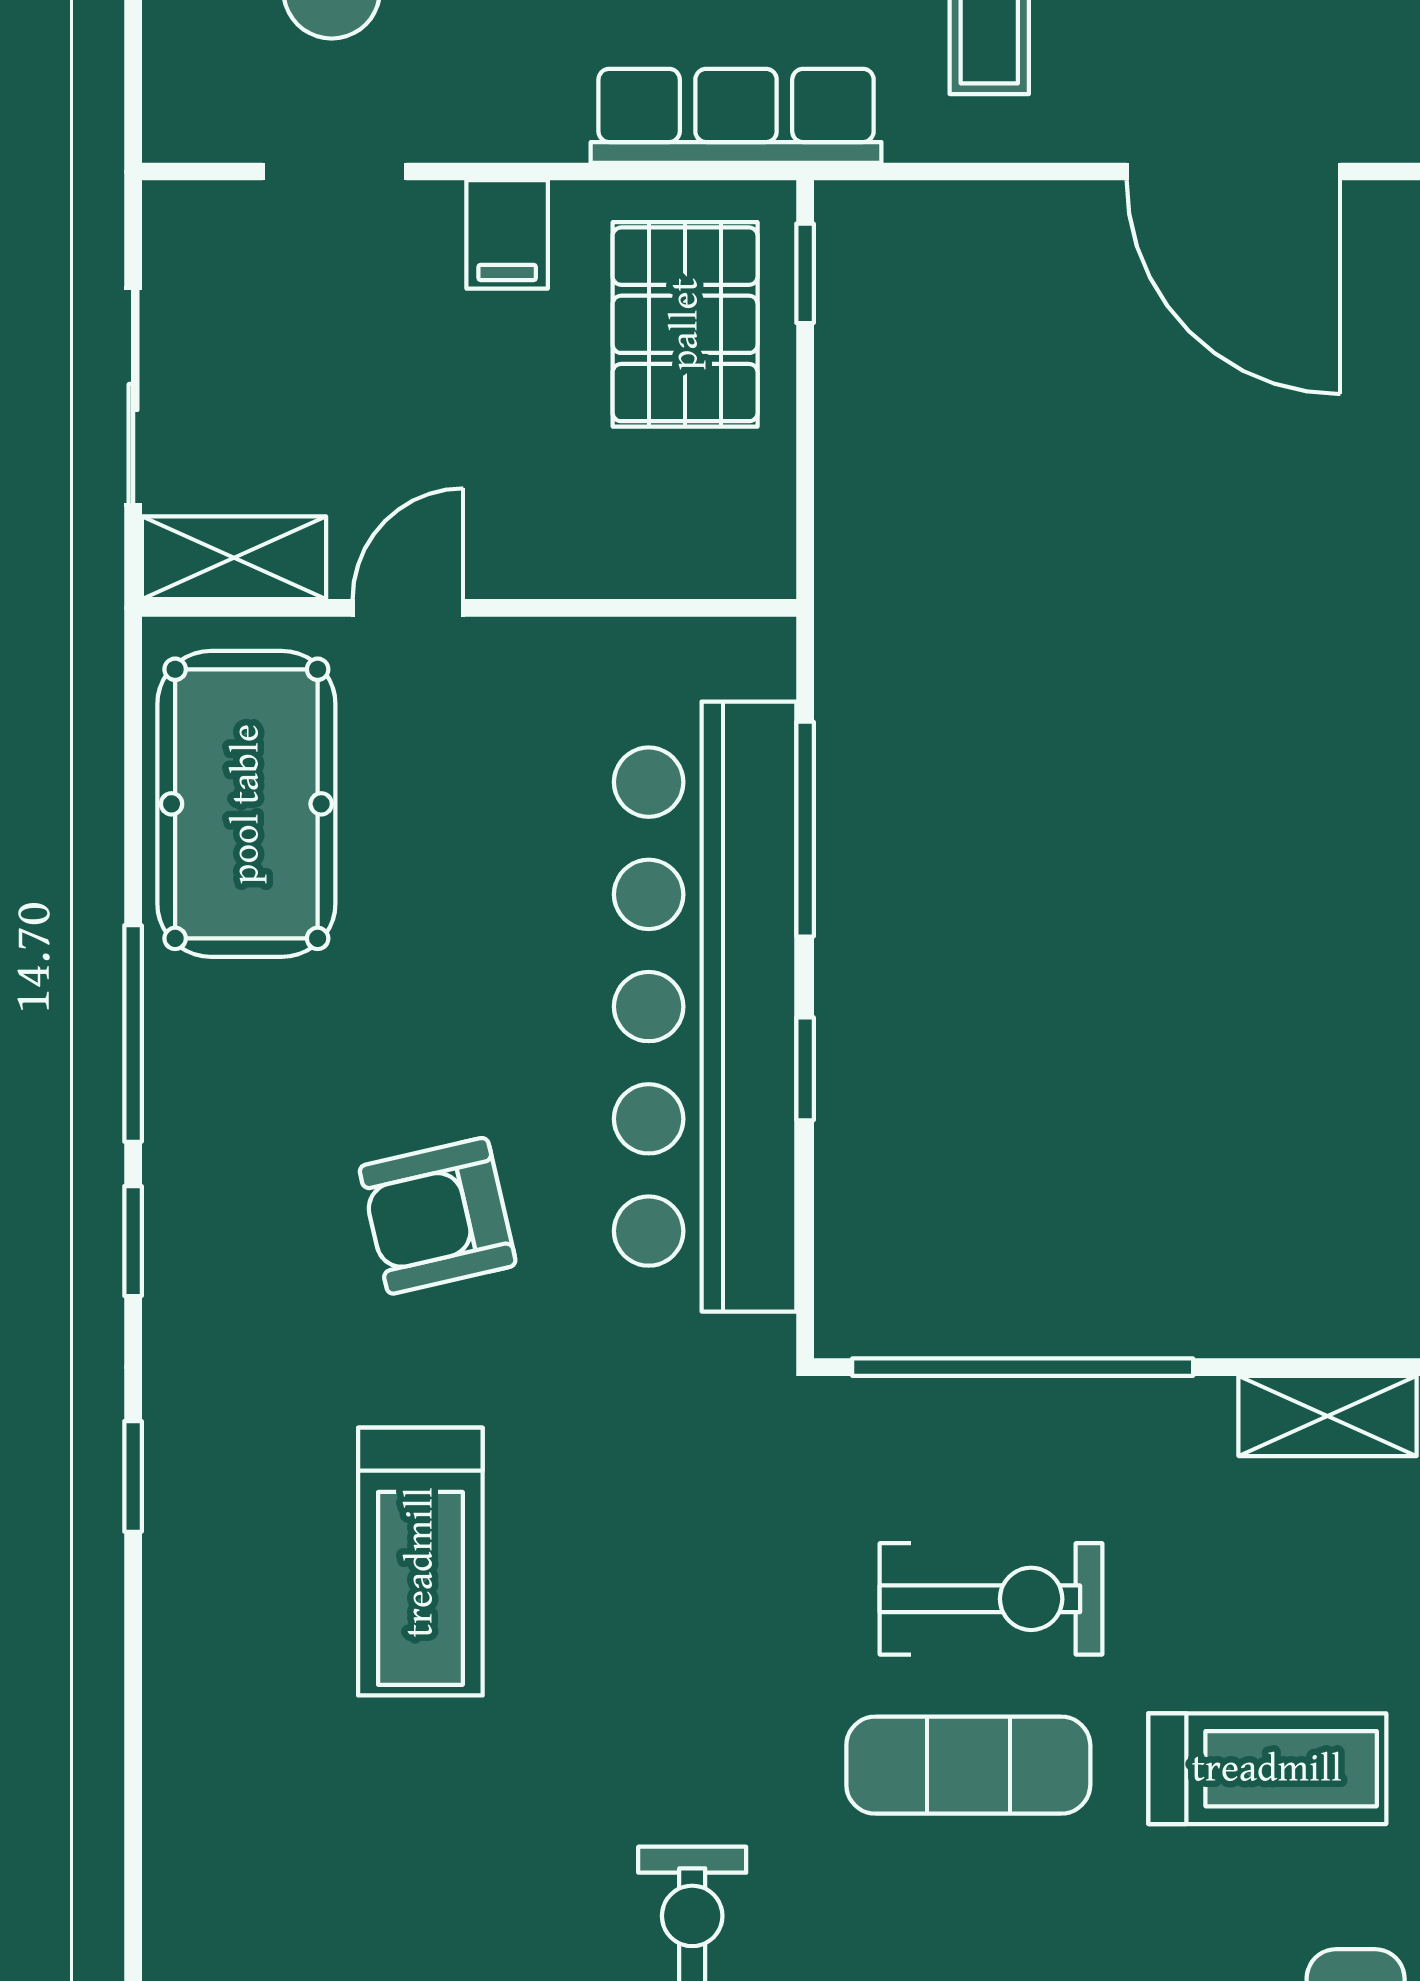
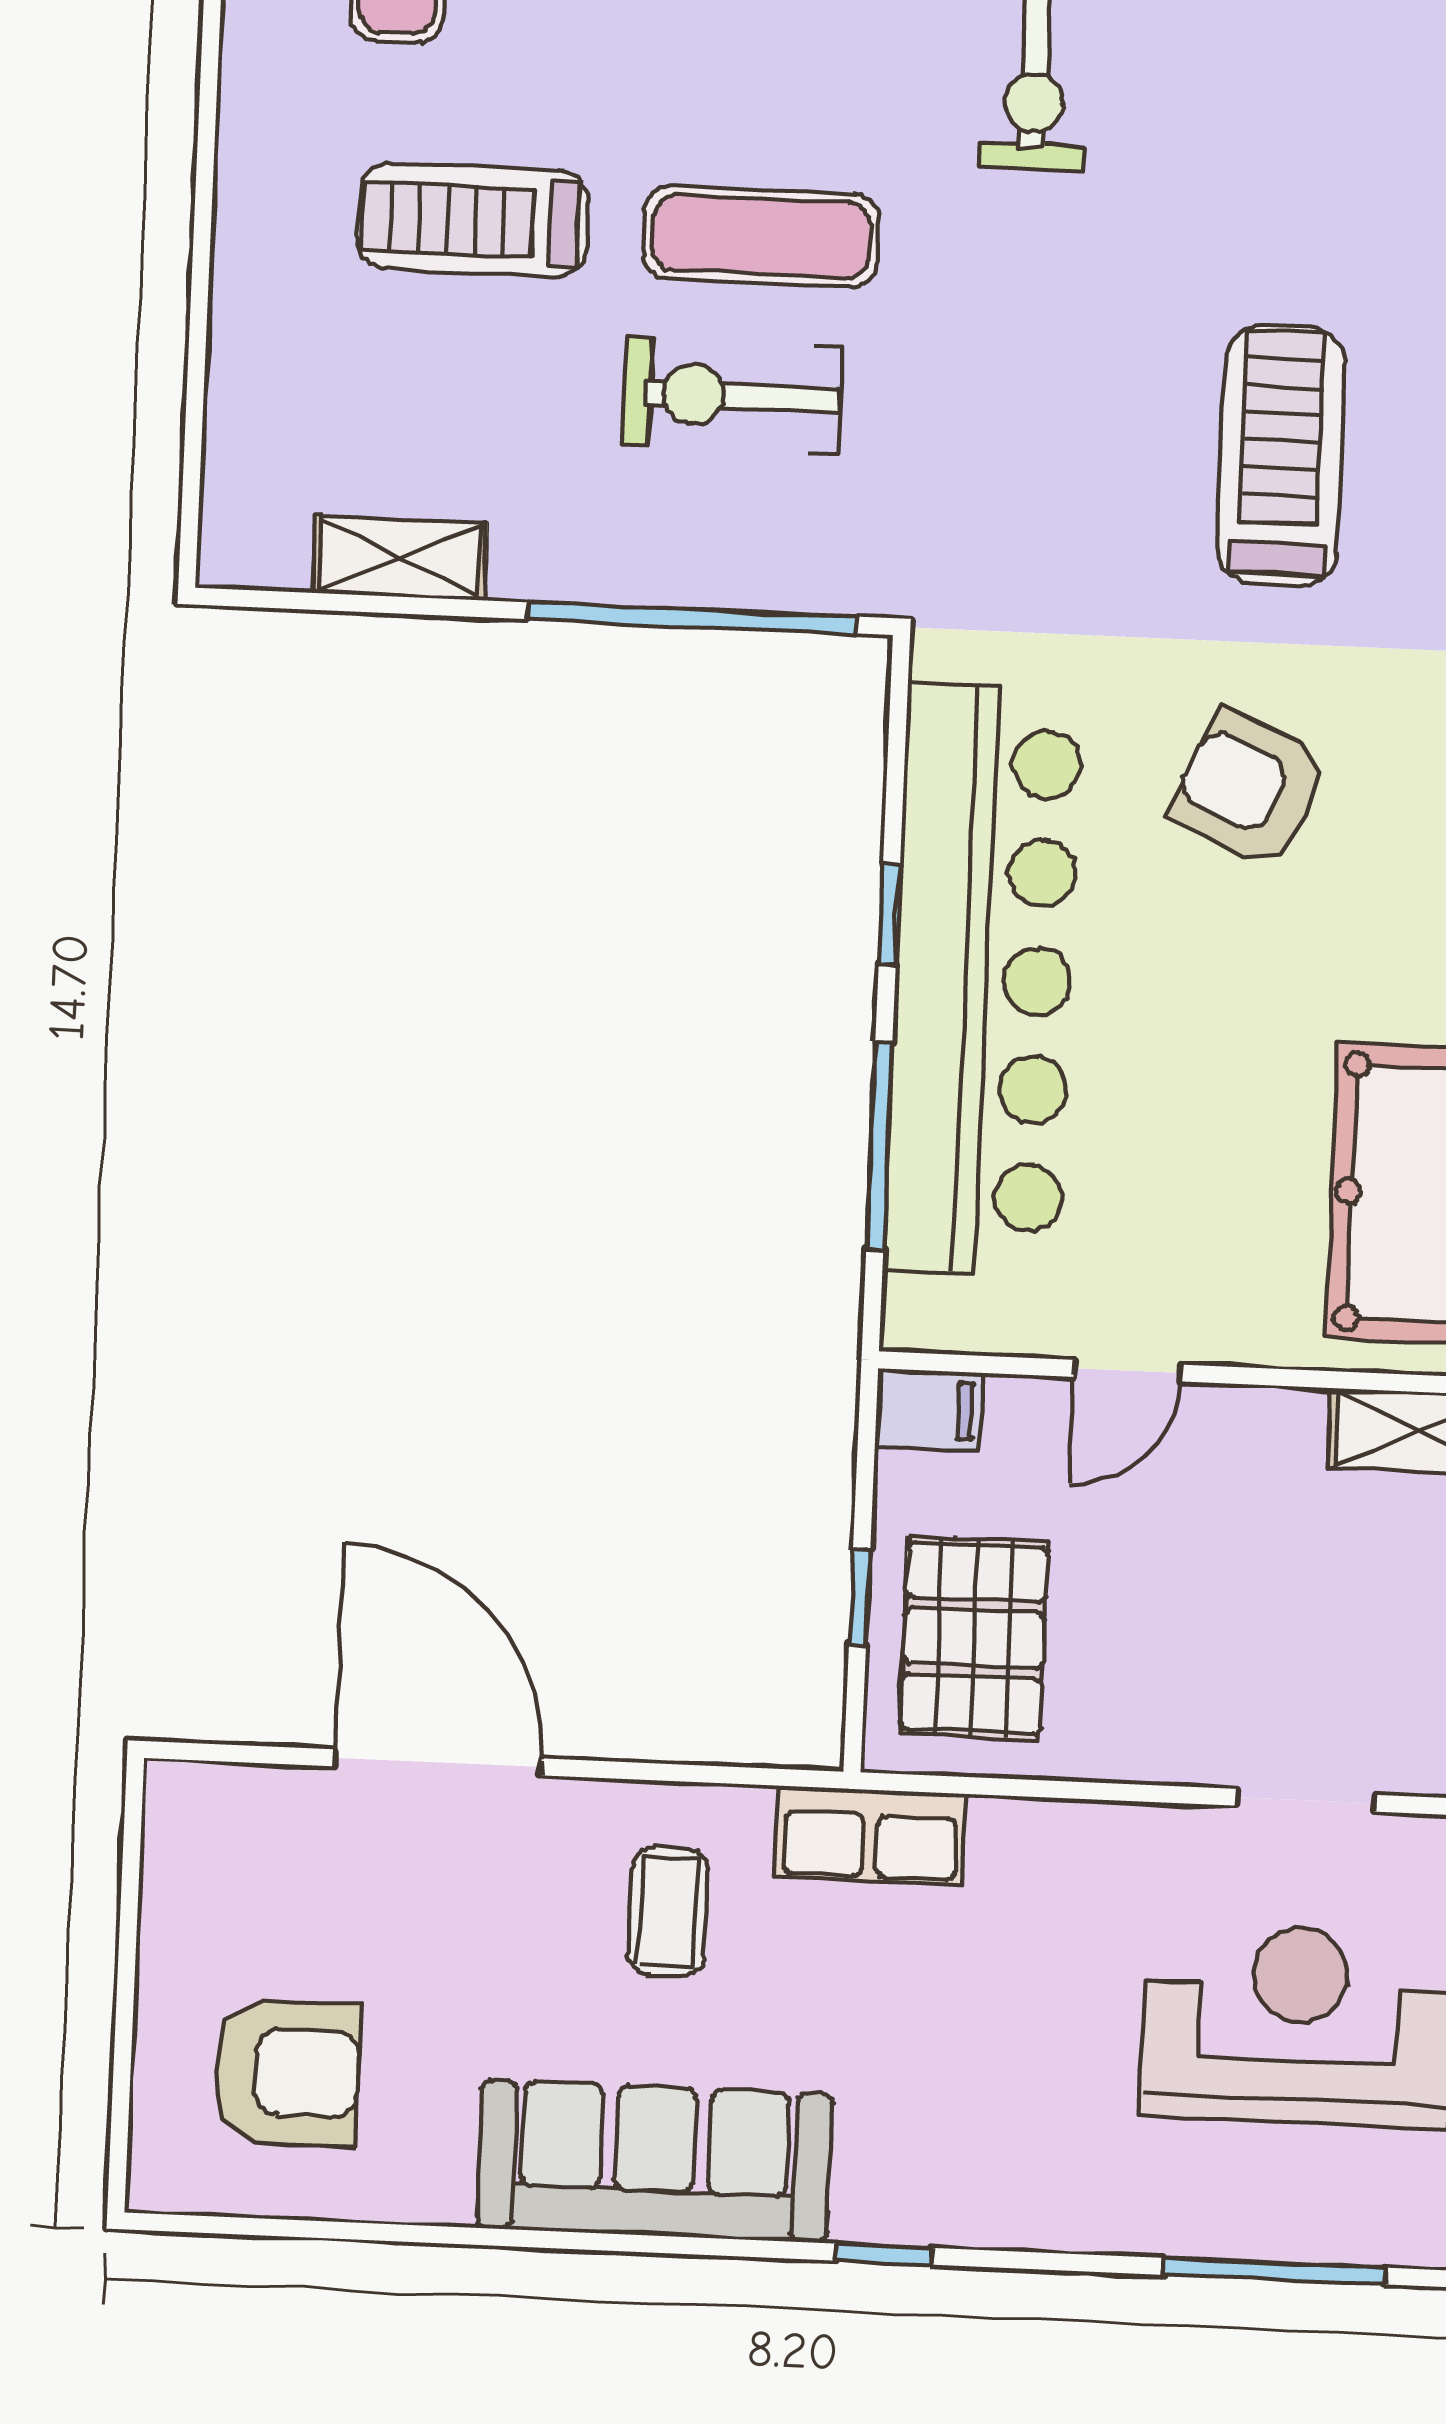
row of seats: (736, 116) -> (870, 1835), width x0.68
filing cabinet: (507, 234) -> (929, 1410), moved, turned 90
window: (805, 273) -> (860, 1597), moved
door: (408, 608) -> (1127, 1371), moved
armchair: (438, 1216) -> (1250, 789), turned -143

